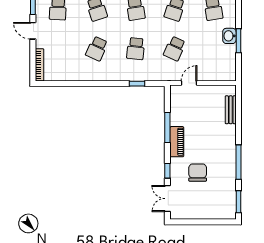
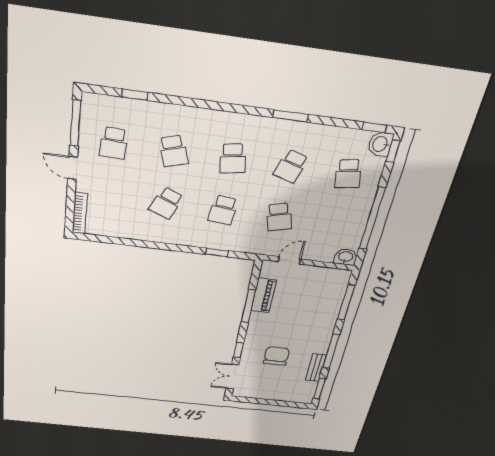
washbasin: (229, 36) -> (346, 257), moved, turned 90
window: (238, 41) -> (372, 219), width x2.11
school desk: (175, 49) -> (279, 217), turned -39
bench: (231, 110) -> (316, 368), moved
window: (238, 114) -> (346, 302), added
piano: (177, 142) -> (264, 295), moved

